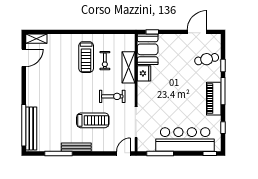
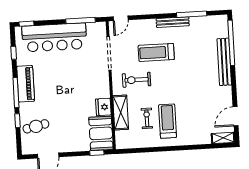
bench: (31, 128) -> (224, 62), moved

